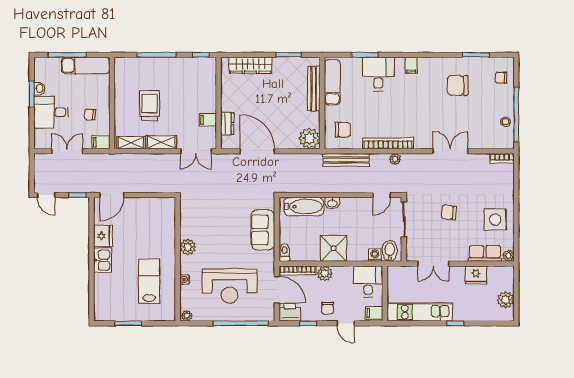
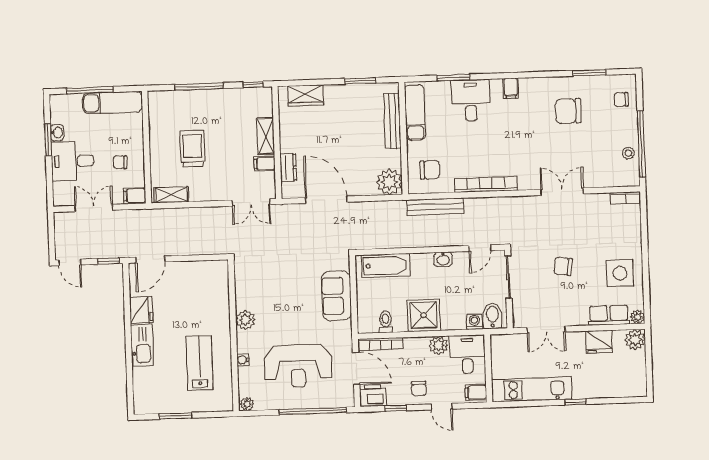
wardrobe: (250, 65) -> (306, 95), width x0.67
shelving: (161, 142) -> (266, 136), moved, turned 90
plant: (395, 159) -> (495, 204), removed
washbasin: (332, 203) -> (443, 259), moved
toilet: (285, 253) -> (386, 322), moved
kitchen sink: (103, 260) -> (142, 345), width x1.38
plant: (325, 273) -> (439, 346), moved
plant: (506, 300) -> (635, 340), moved

